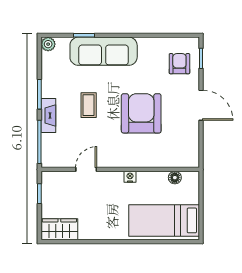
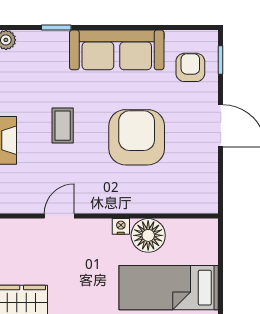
sofa: (104, 51) -> (117, 50), moved
floor lamp: (175, 178) -> (148, 235), moved, width x1.89, depth x1.89

